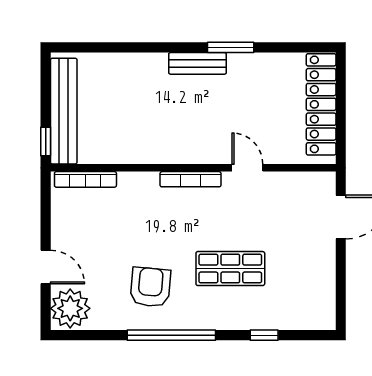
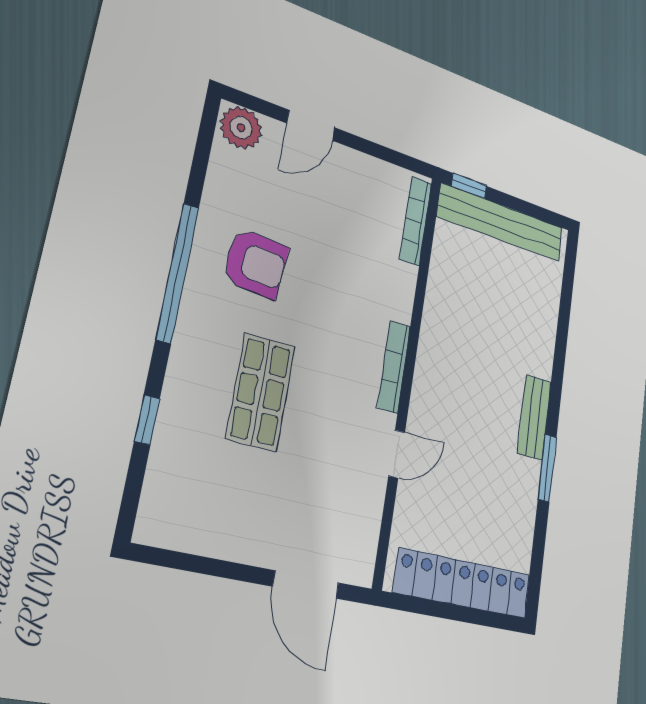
plant: (70, 308) -> (241, 128), width x0.73, depth x0.73

